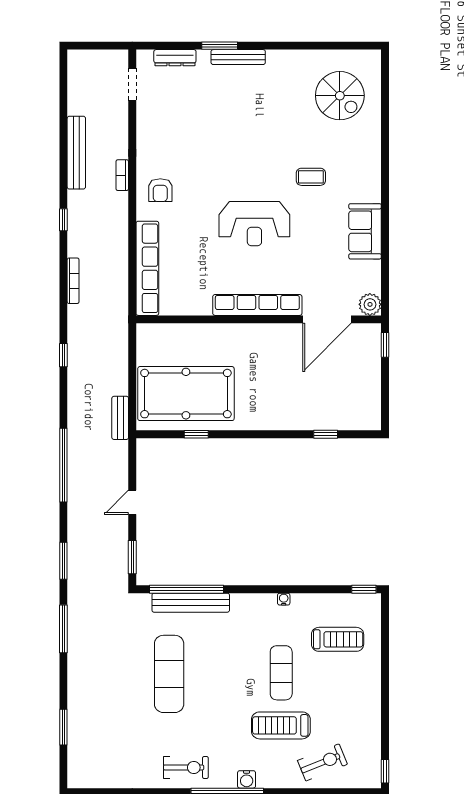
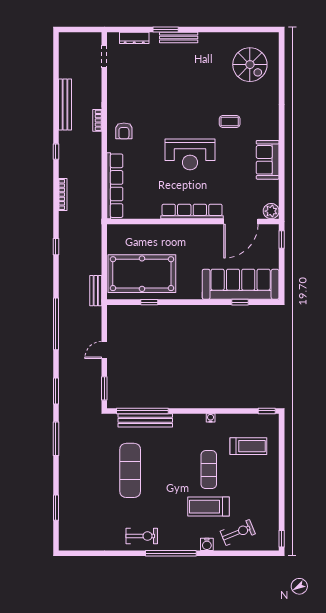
sofa: (327, 409) -> (241, 284), added
water cooler: (247, 779) -> (207, 544), moved

